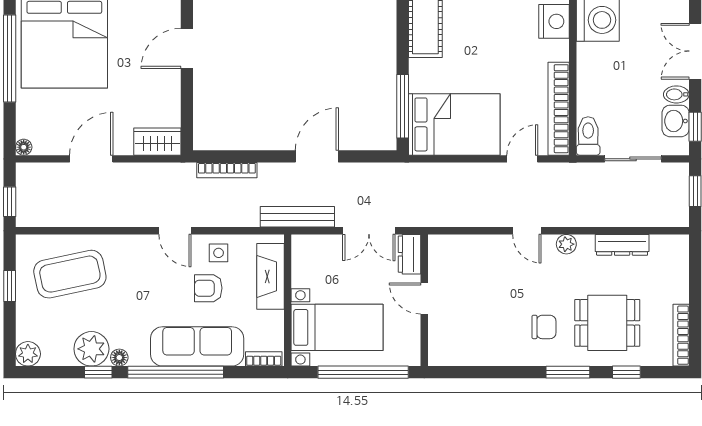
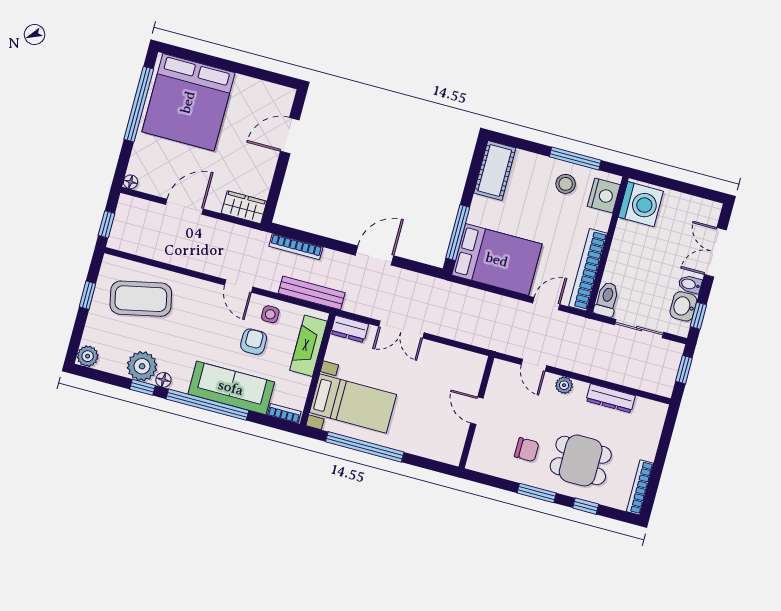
stool: (508, 20) -> (566, 184), added
bench: (297, 217) -> (312, 293), moved
dresser: (409, 254) -> (350, 329), moved, turned -90
armchair: (208, 288) -> (254, 342), turned 90
door: (424, 299) -> (477, 411), moved
wall: (424, 300) -> (476, 412), moved

